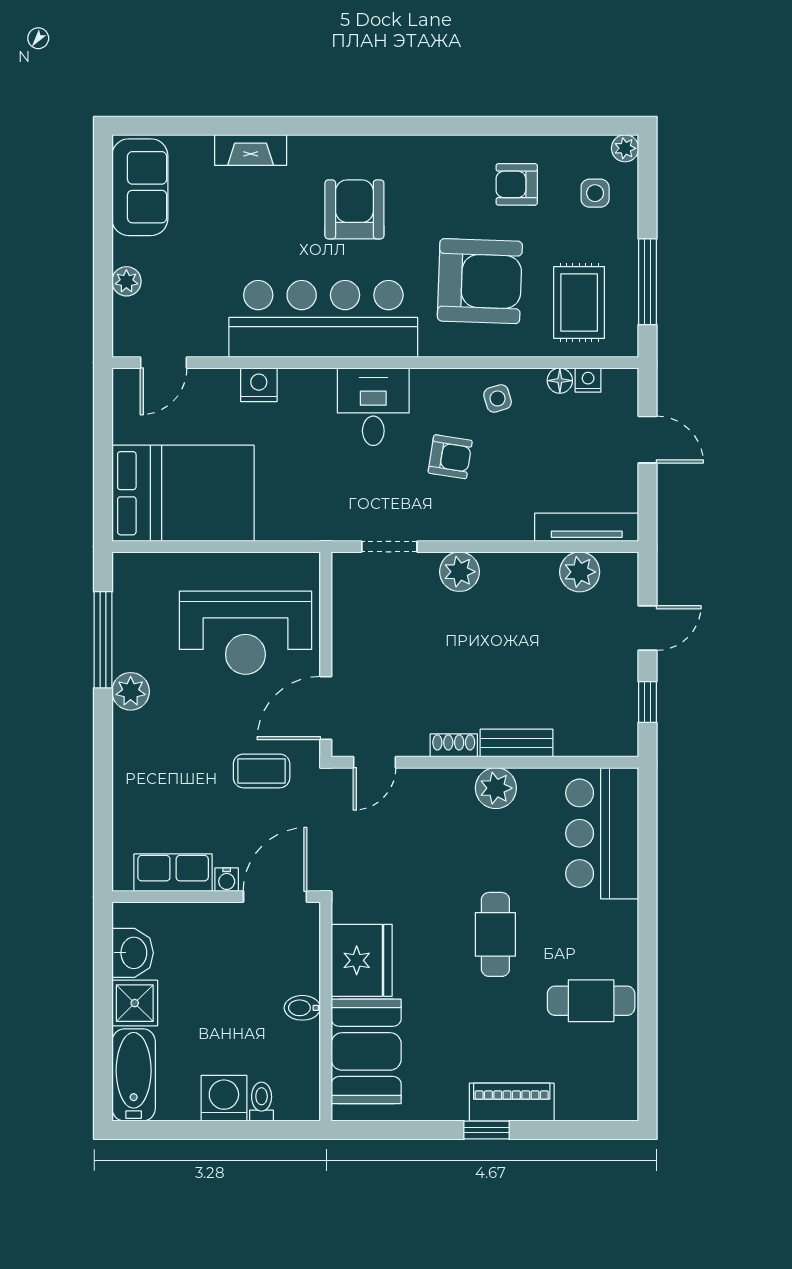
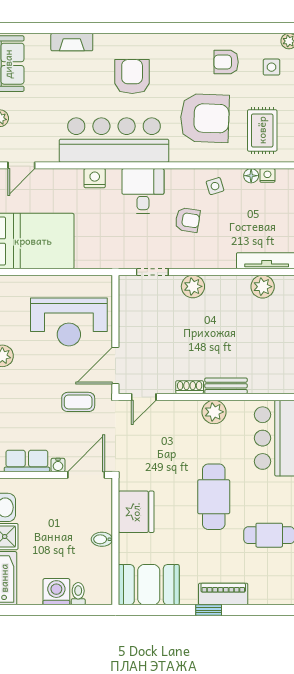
nightstand: (259, 385) -> (95, 178), moved
cafe table: (495, 934) -> (214, 497), width x1.37, depth x1.35
booth: (366, 1051) -> (149, 585), moved, turned 90

